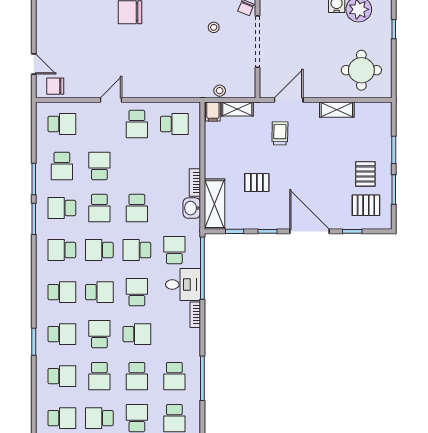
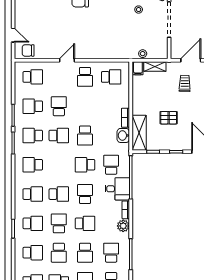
school desk: (62, 166) -> (33, 106), turned 90
school desk: (99, 208) -> (59, 135), turned -90
school desk: (99, 250) -> (59, 165), removed
plant: (192, 338) -> (123, 226), added
school desk: (174, 376) -> (111, 253), turned 180

